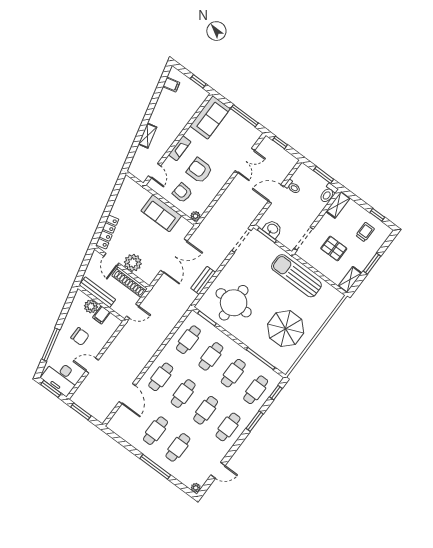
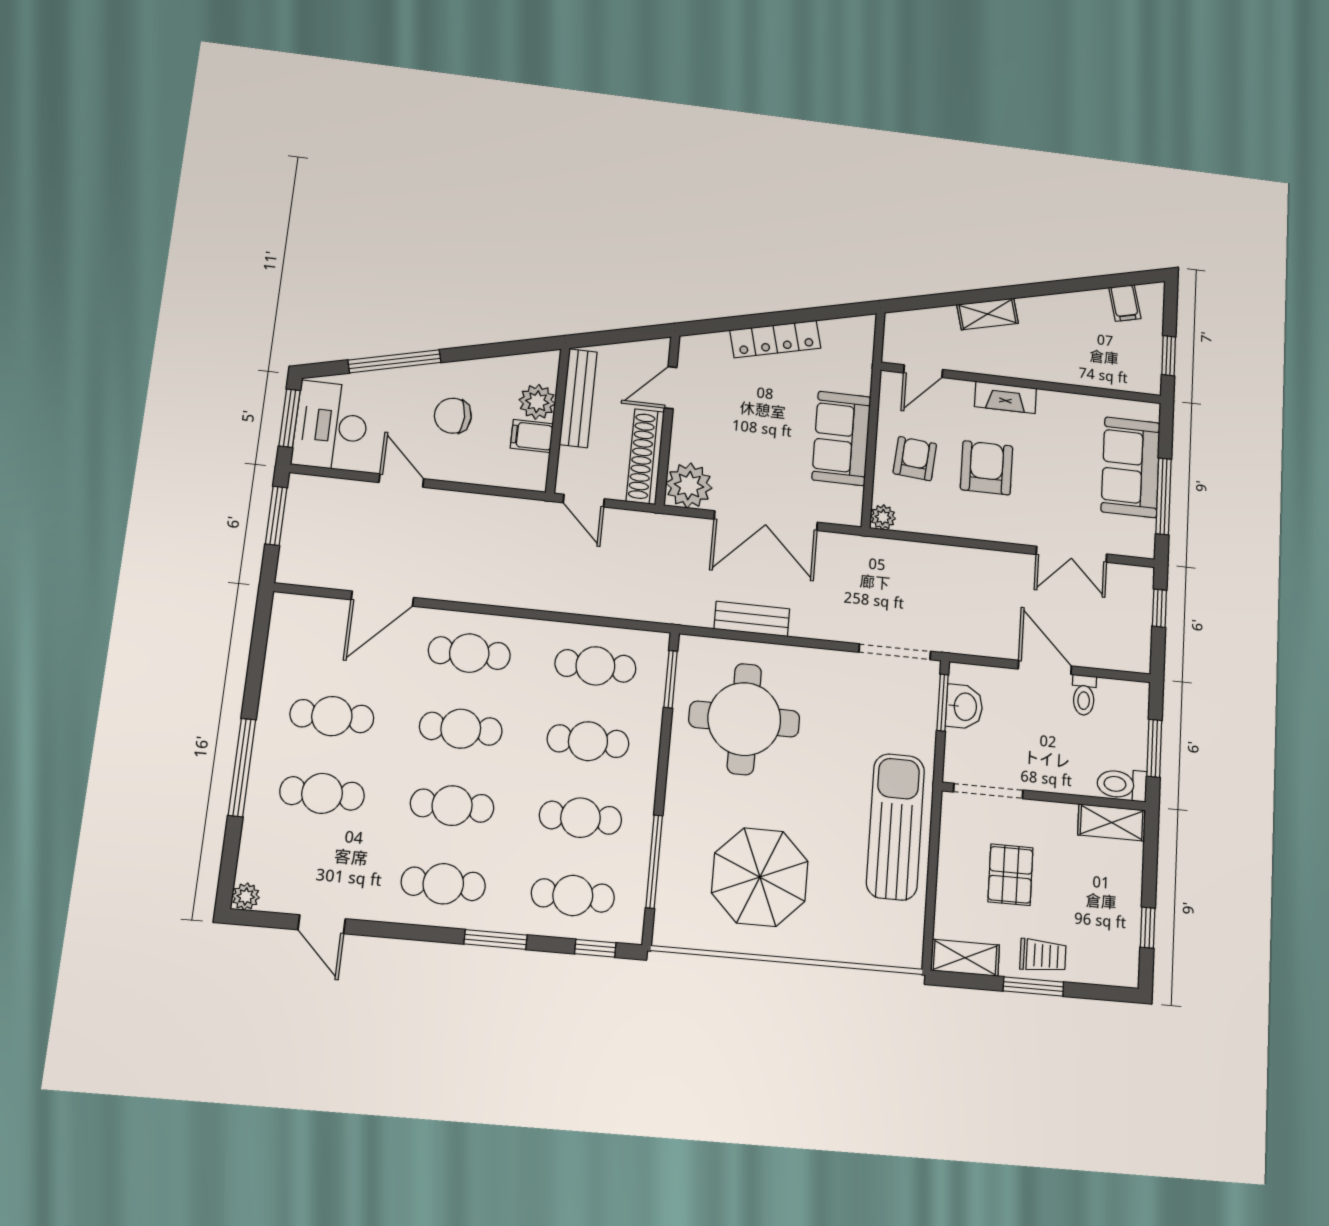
sofa: (210, 117) -> (1131, 467), moved, turned 90
locker: (107, 232) -> (775, 339), moved
trolley: (365, 232) -> (1043, 956), moved
plant: (133, 263) -> (689, 485), moved
chair: (80, 336) -> (453, 416), turned 90

